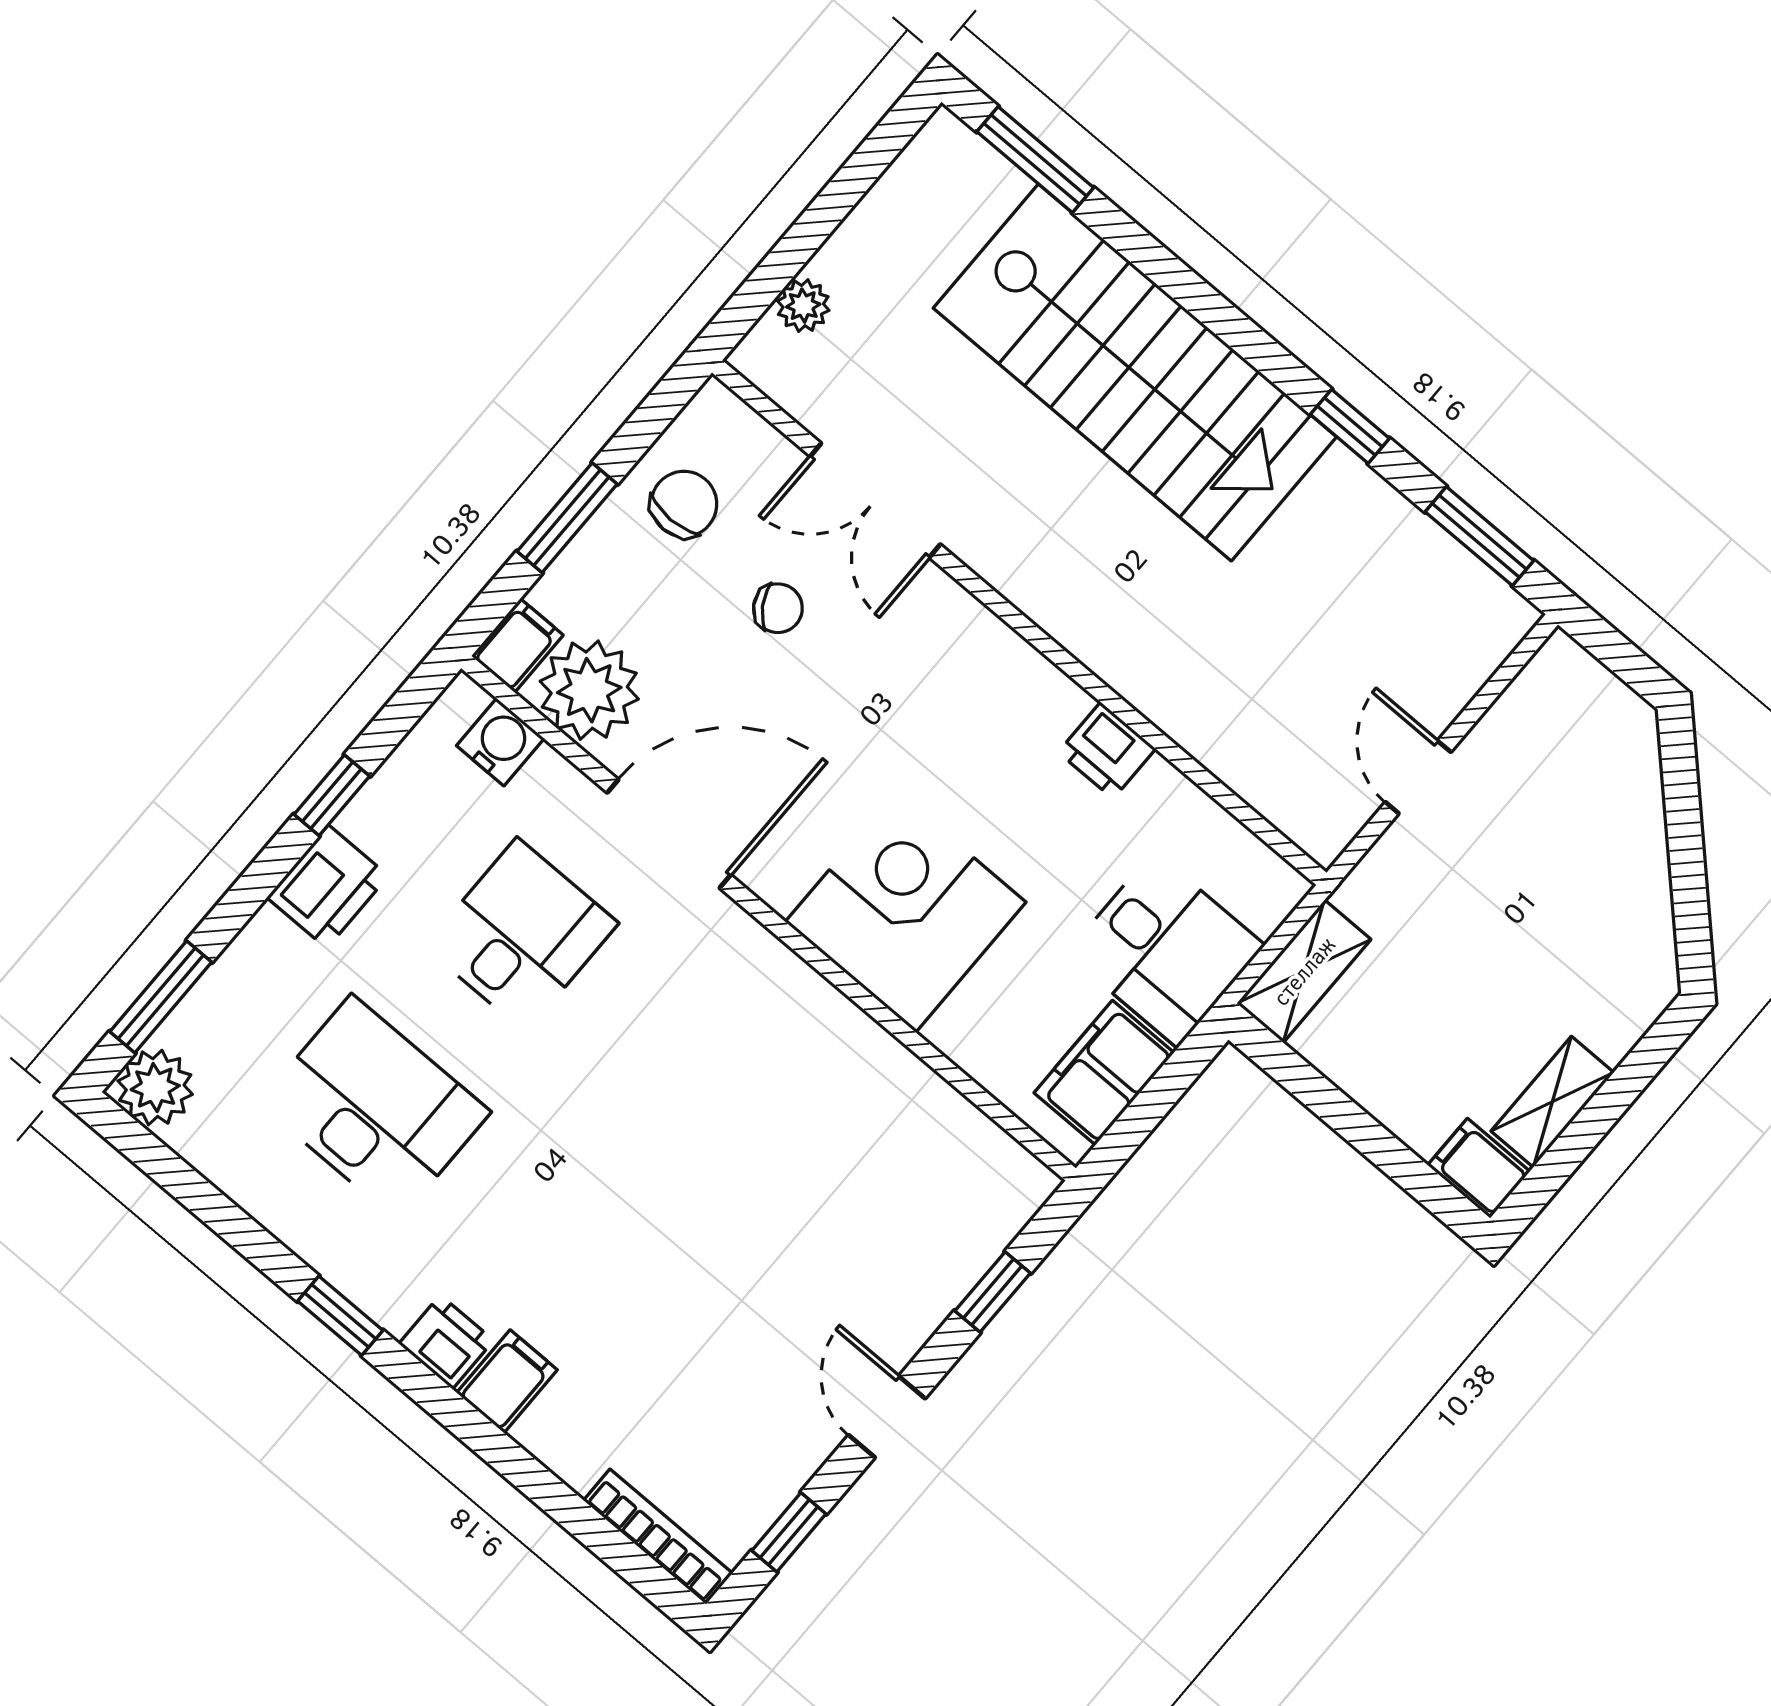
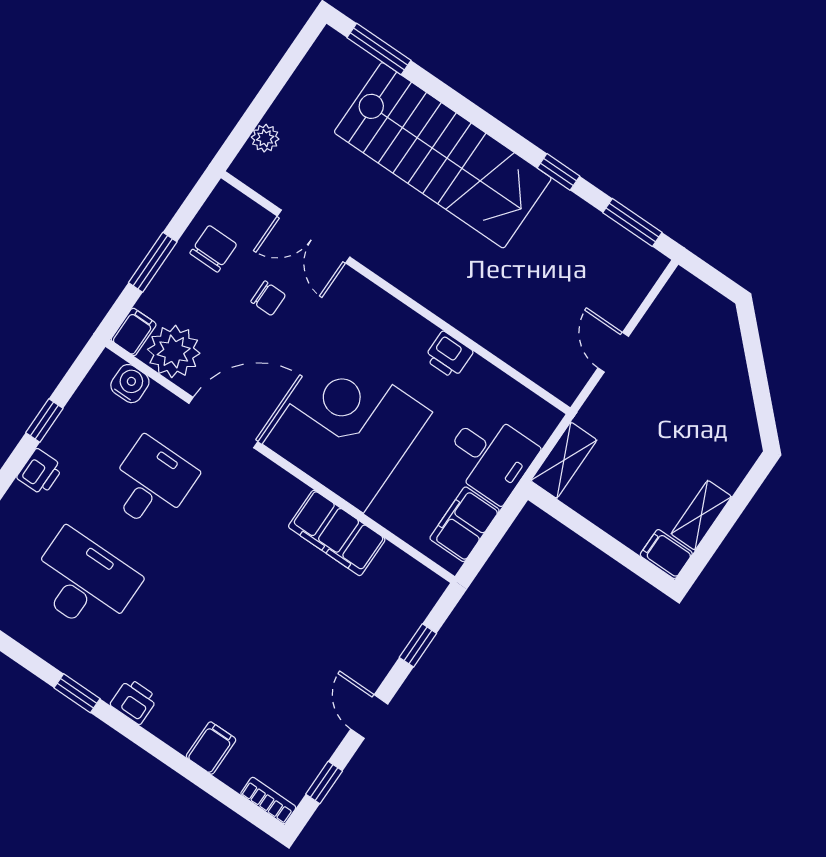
chair: (778, 608) -> (268, 298), turned 33
printer: (328, 887) -> (40, 472), width x0.73, depth x0.81
corner desk: (906, 912) -> (347, 428), width x1.36, depth x1.36
filing cabinet: (861, 1064) -> (337, 533), added
filing cabinet: (507, 1381) -> (211, 748), moved
bookcase: (658, 1537) -> (268, 801), width x0.64

